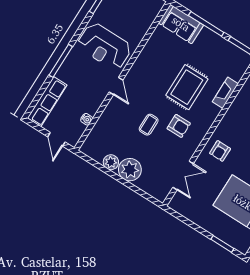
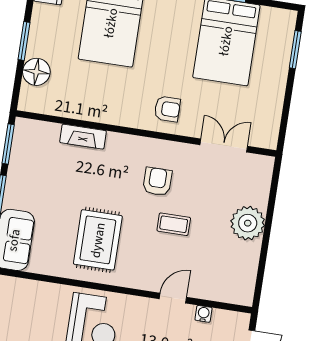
door: (116, 86) -> (173, 298), moved
rug: (187, 87) -> (98, 240), moved, turned 90
plant: (111, 162) -> (249, 254), removed

